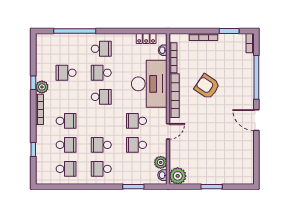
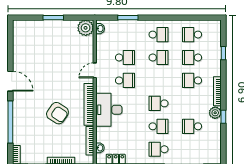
school desk: (66, 73) -> (192, 126), turned 180
desk: (149, 84) -> (109, 110), width x0.73, depth x0.77
plant: (161, 162) -> (102, 41), removed

